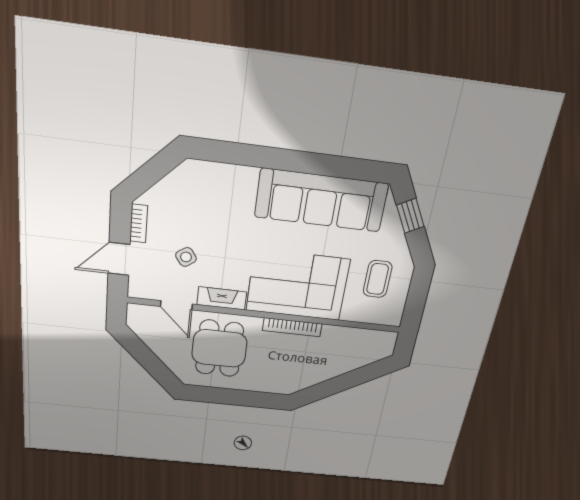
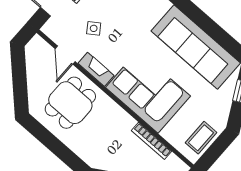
coffee table: (378, 279) -> (201, 138), moved
bookcase: (292, 327) -> (151, 141), moved

